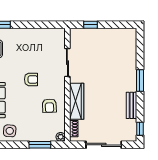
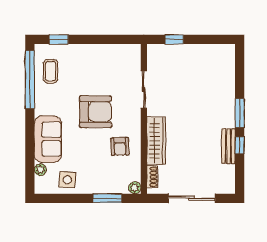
armchair: (31, 79) -> (95, 112), width x1.88, depth x1.88
window: (140, 129) -> (240, 145), moved

